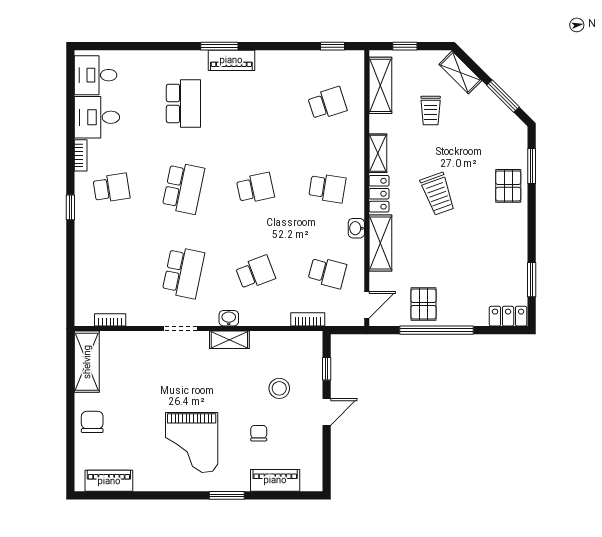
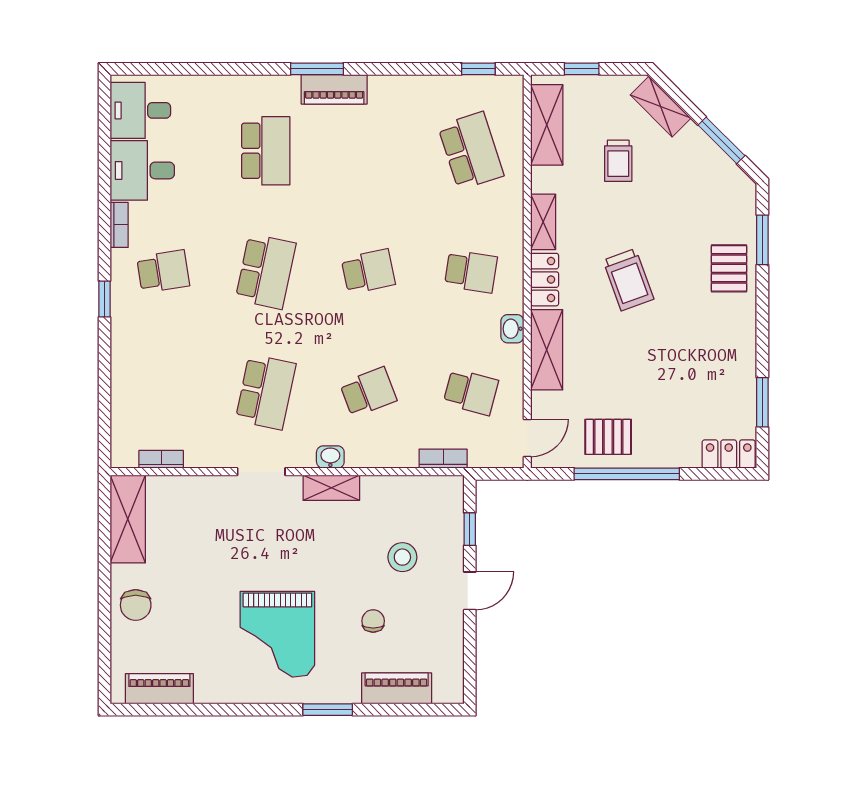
school desk: (327, 103) -> (471, 151), width x1.85
pallet: (424, 304) -> (608, 437), turned 90
chair: (92, 422) -> (136, 605), turned 180

